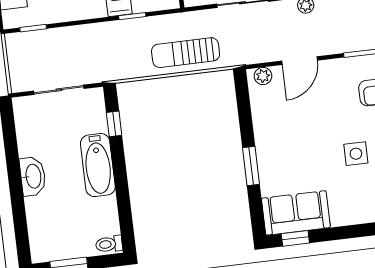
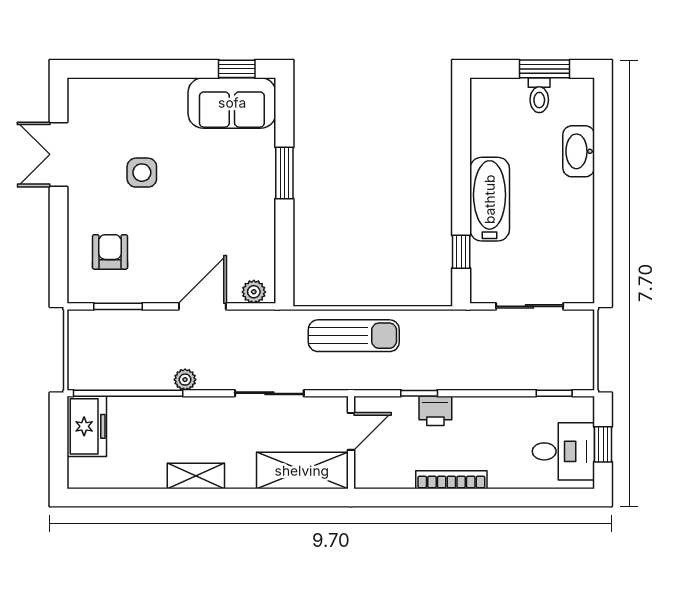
washbasin: (33, 176) -> (579, 151), moved
toilet: (109, 244) -> (539, 95), moved, turned 90

